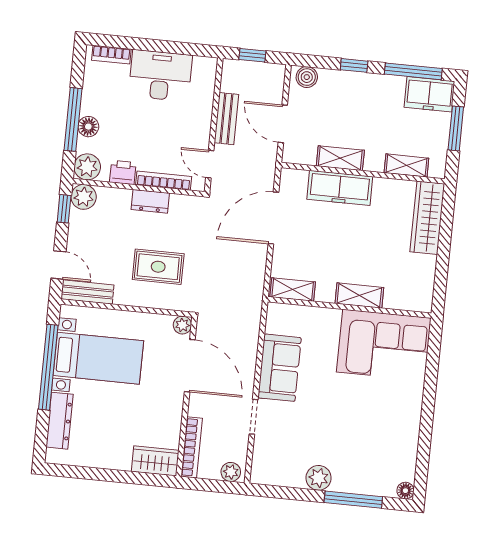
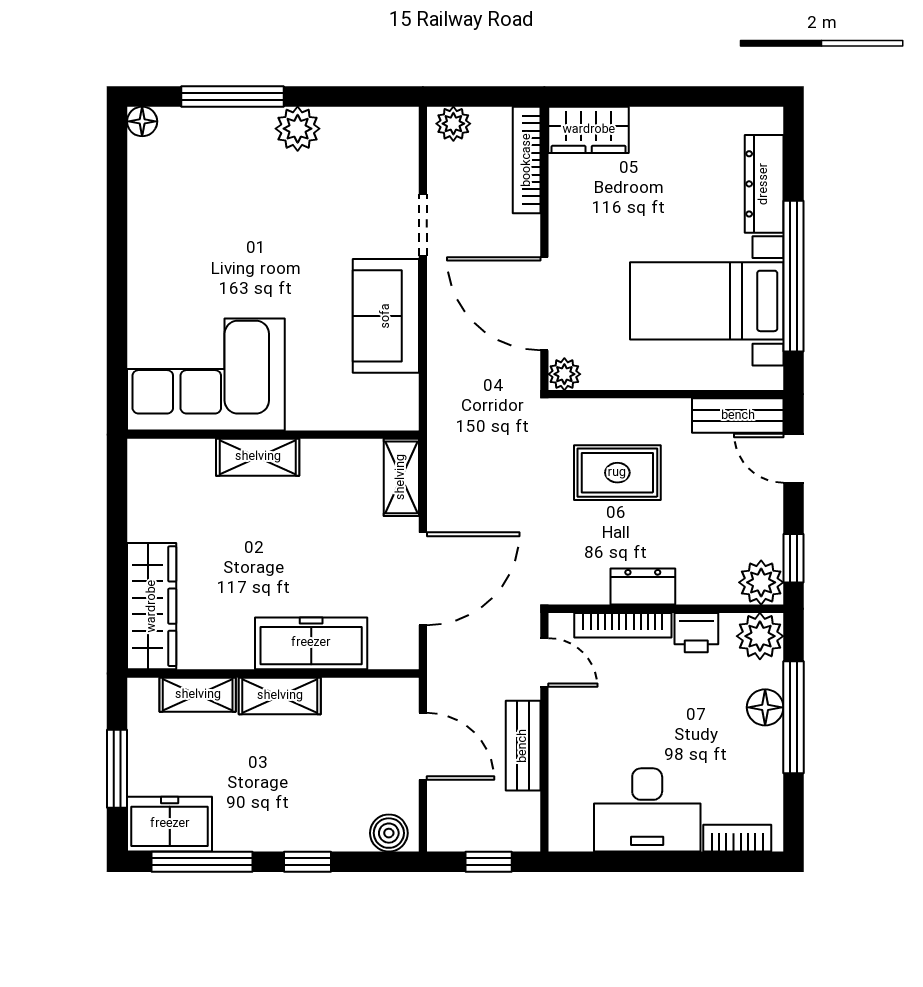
shelving: (340, 158) -> (280, 696), moved
shelving: (293, 290) -> (401, 477), moved, turned 90

